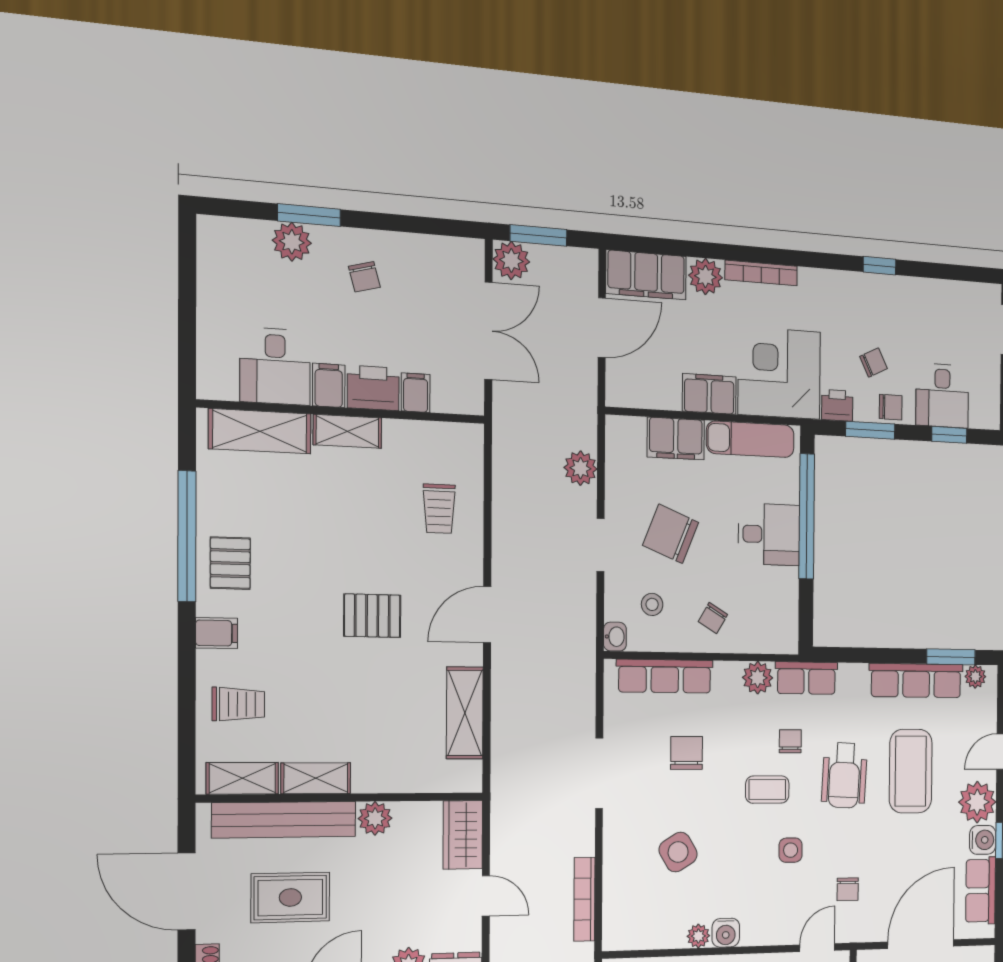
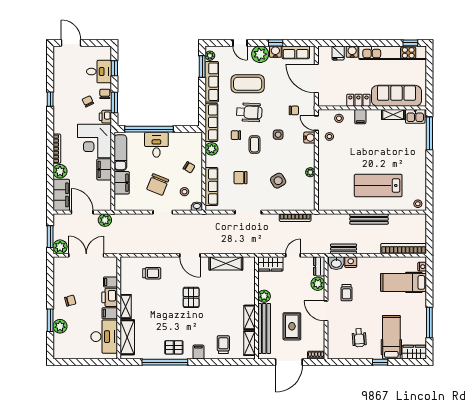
desk: (275, 366) -> (104, 337), width x1.37
plant: (581, 468) -> (105, 220), moved
row of seats: (806, 678) -> (211, 122), width x1.48
water cooler: (726, 933) -> (309, 138), moved

